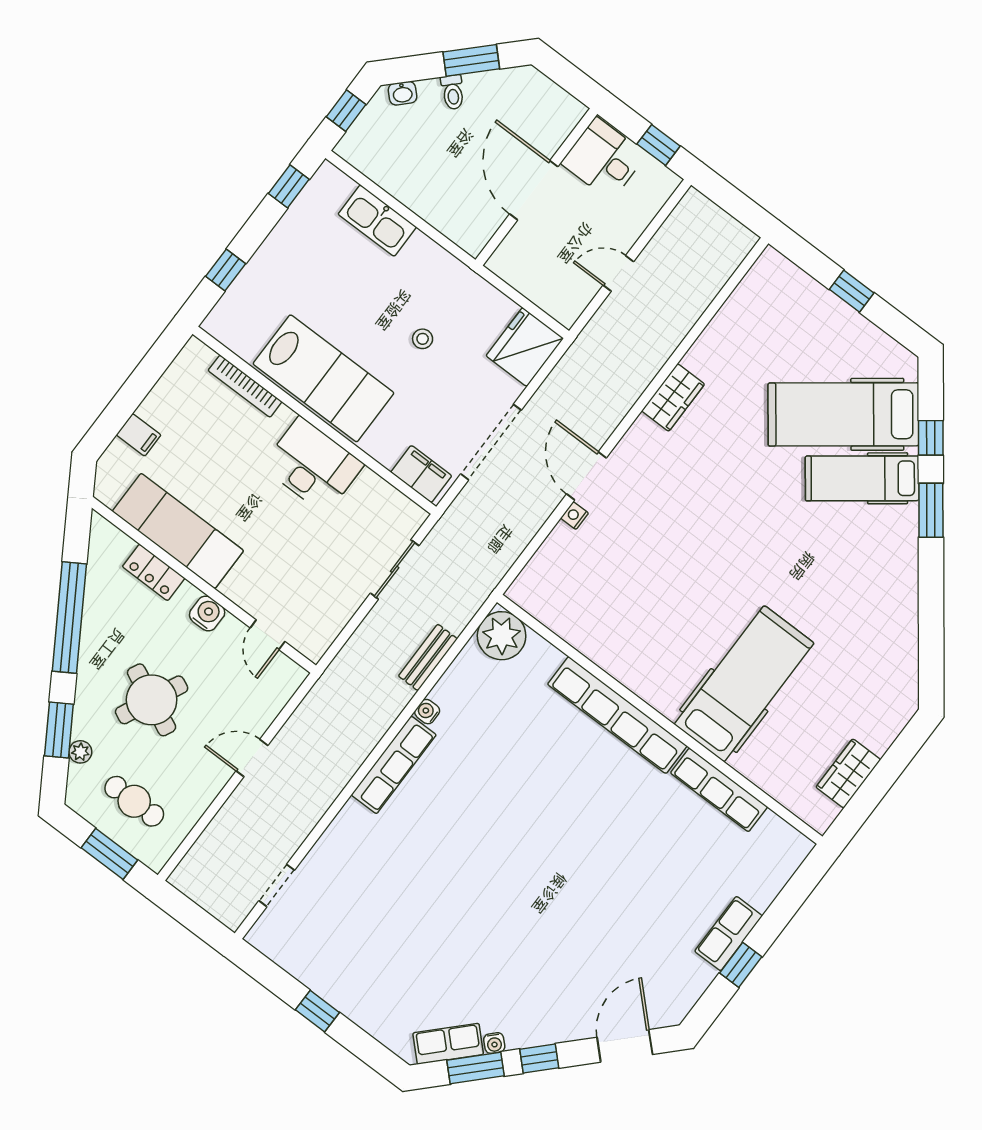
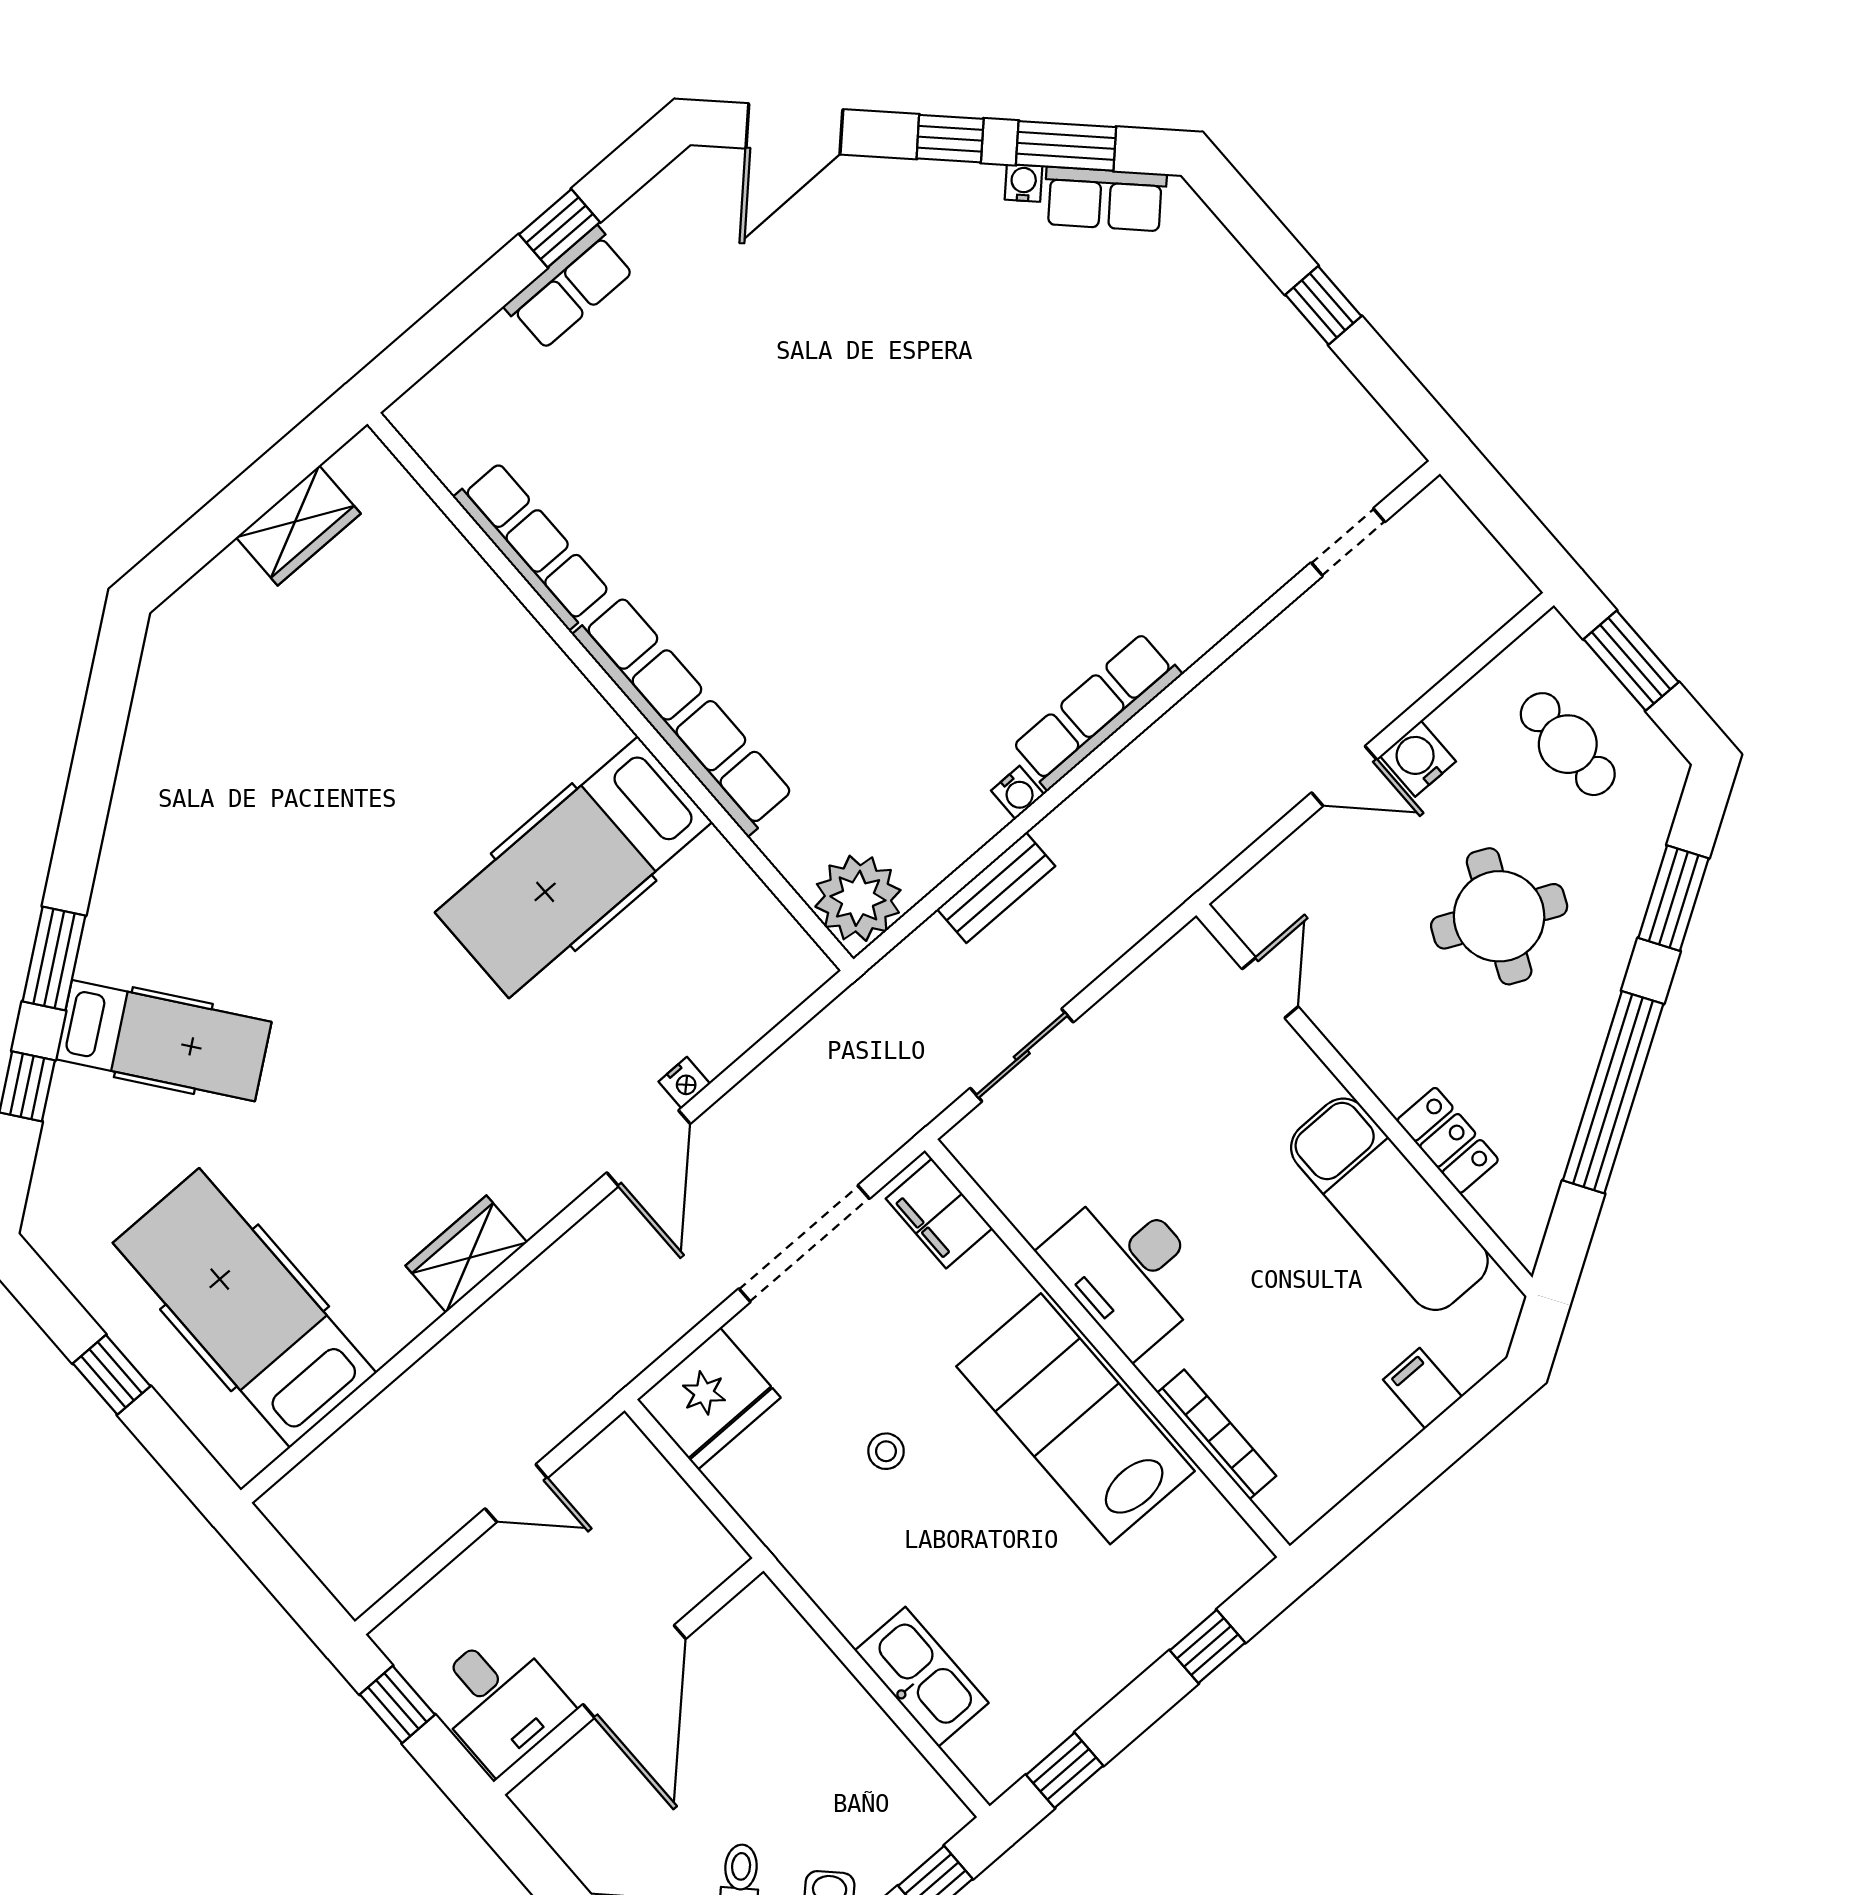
hospital bed: (843, 414) -> (245, 1308), moved, turned -143
water cooler: (207, 614) -> (1418, 759), moved, turned 90
hospital bed: (744, 684) -> (574, 867), moved
plant: (80, 752) -> (1644, 851), removed

